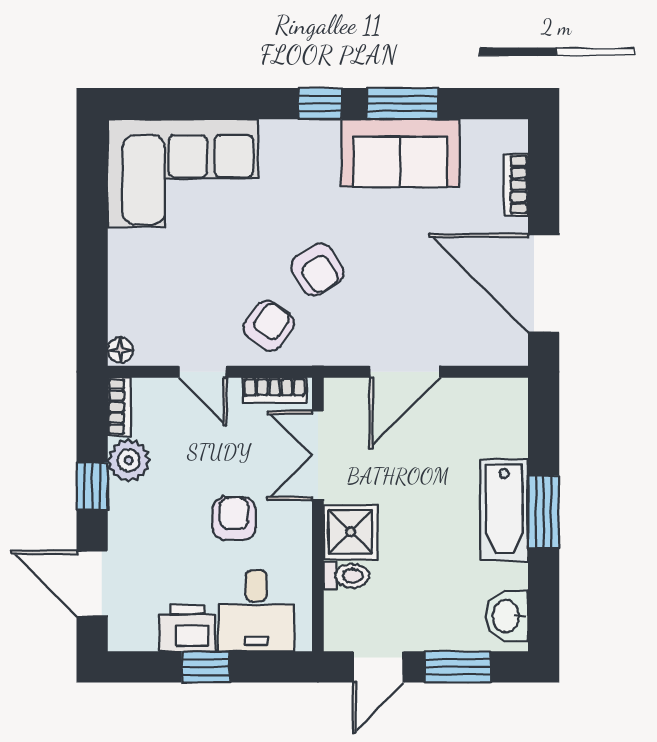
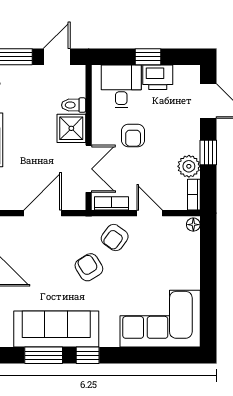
sofa: (400, 153) -> (56, 329), width x1.36

